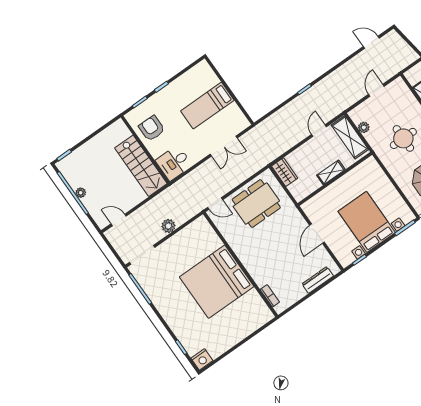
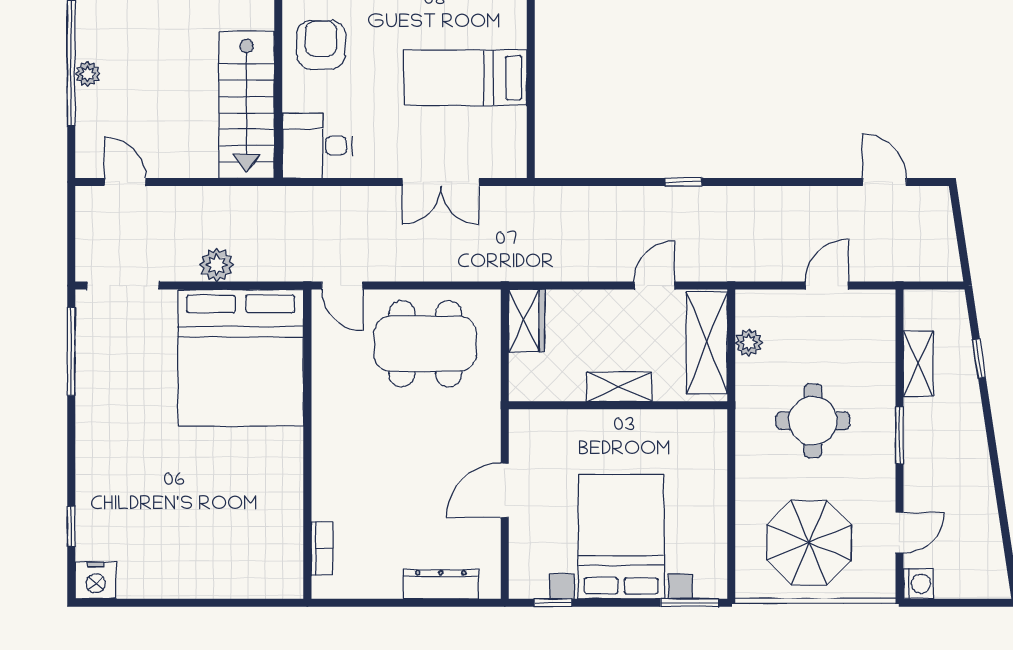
bed: (217, 282) -> (241, 358), moved, turned -90

